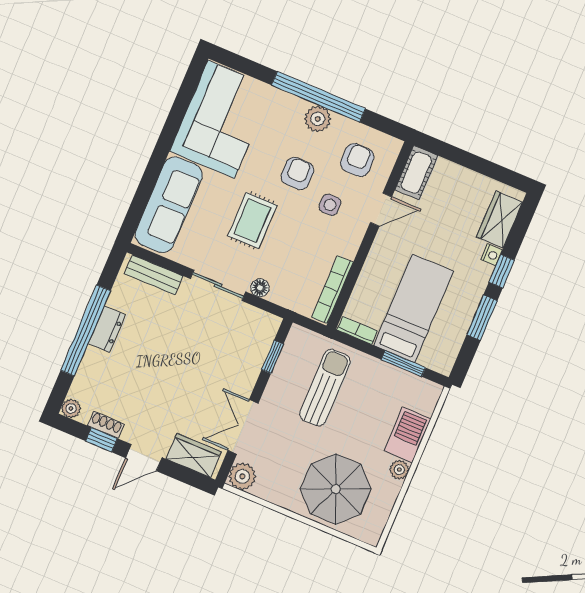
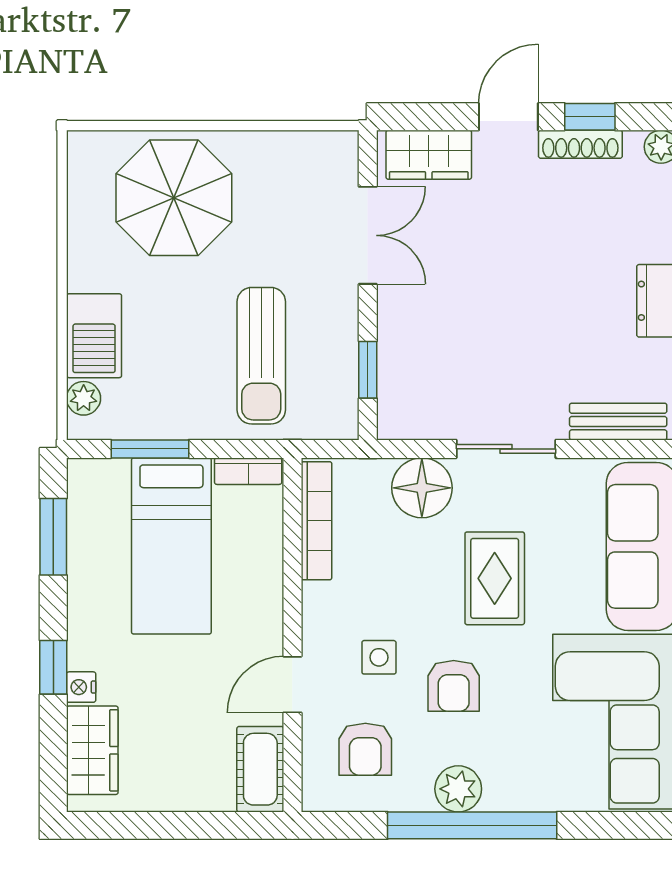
floor lamp: (260, 288) -> (422, 488), width x1.89, depth x1.89
window: (482, 318) -> (53, 537), moved
shoe rack: (106, 425) -> (580, 144), width x1.43
plant: (399, 470) -> (84, 398), moved
plant: (242, 476) -> (335, 154), removed

